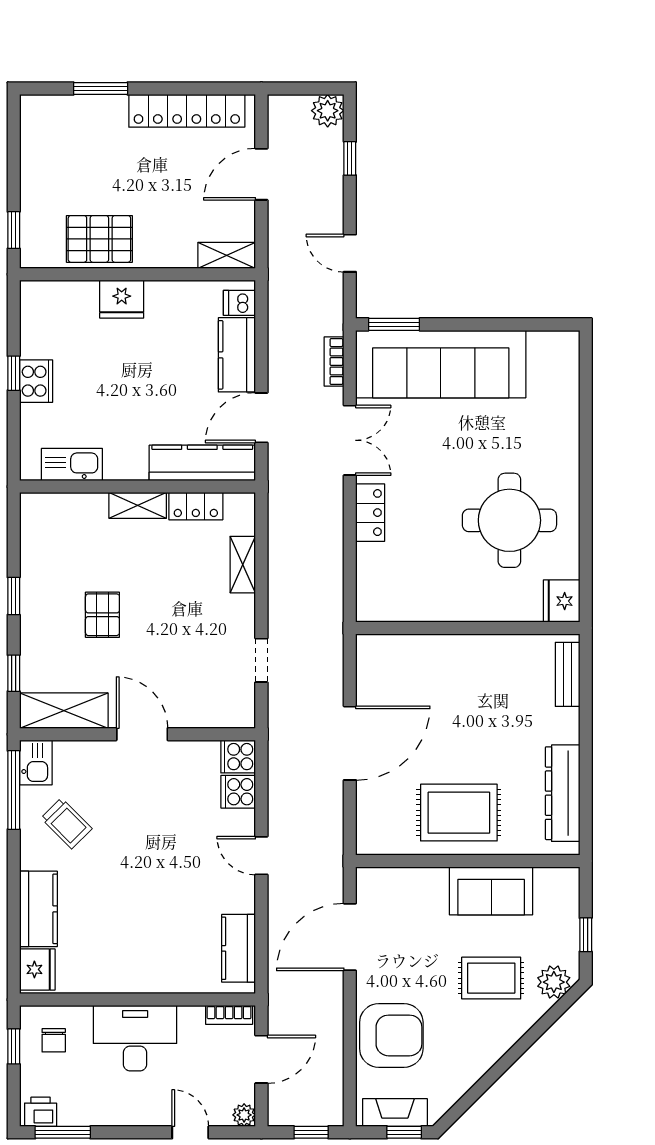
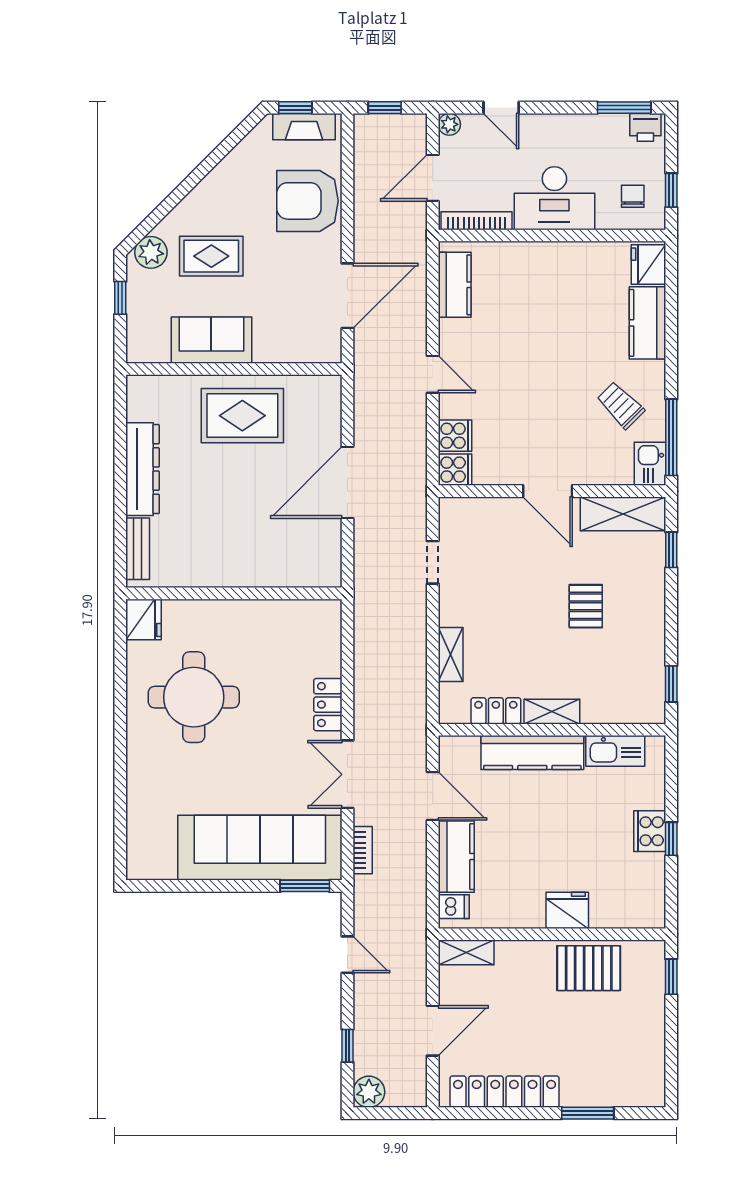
door: (261, 418) -> (433, 796), hinge flipped
kitchen counter: (202, 463) -> (532, 752), moved
window: (14, 596) -> (671, 684), moved
dresser: (563, 793) -> (143, 469), moved
bookcase: (229, 1015) -> (477, 221), width x1.56

